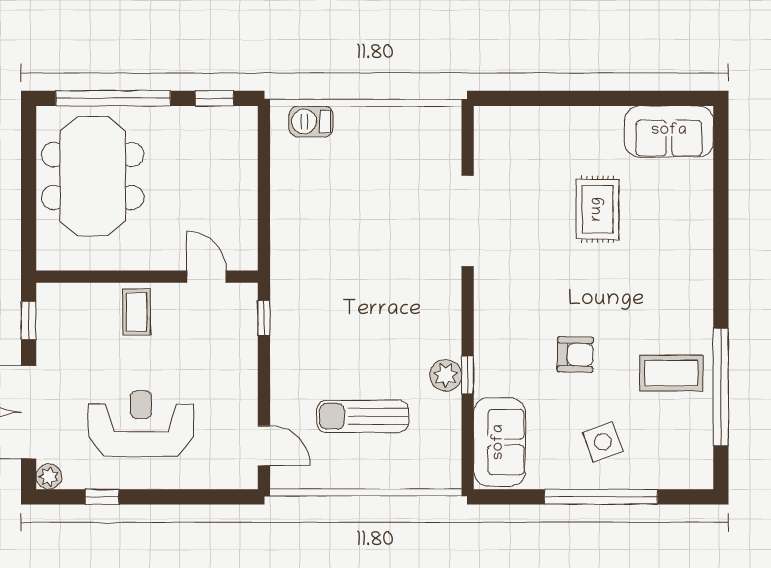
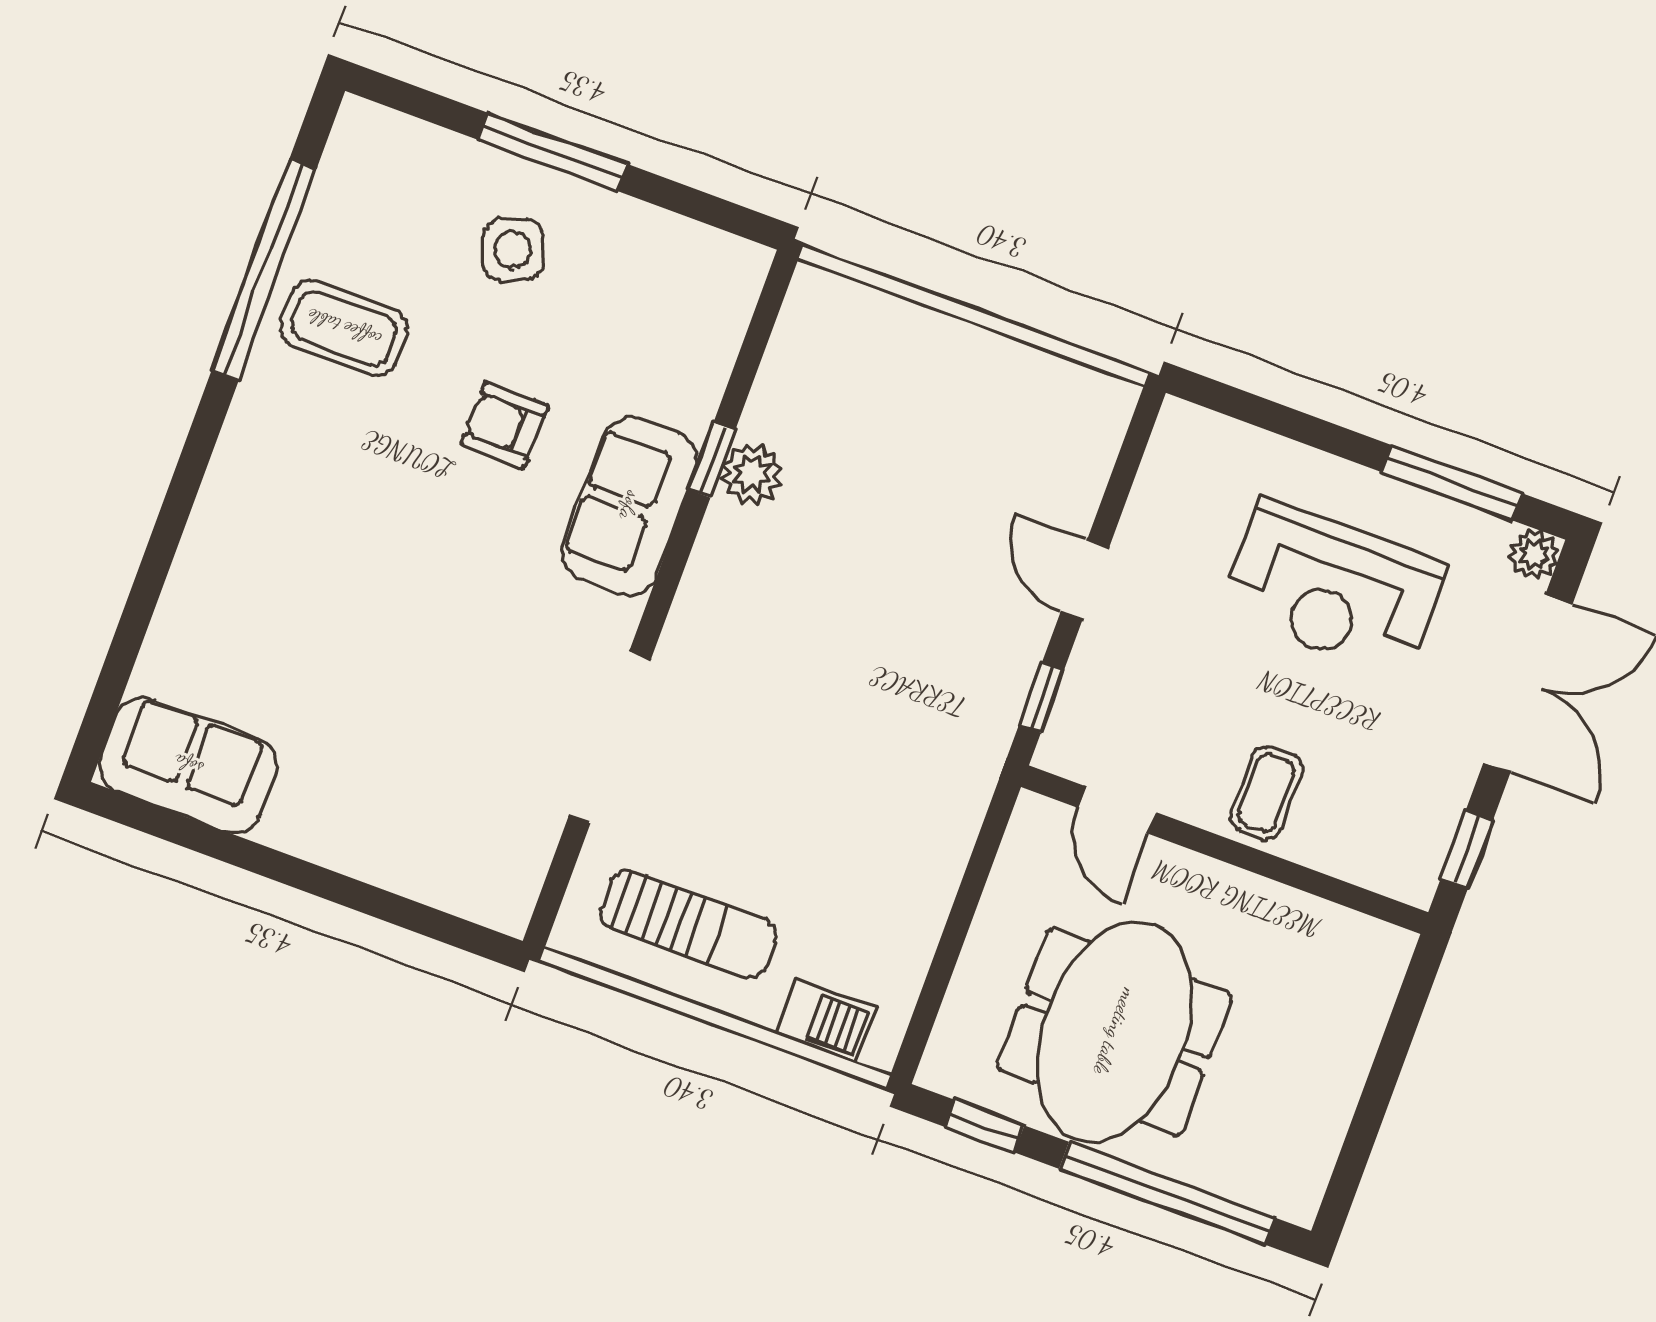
meeting table: (93, 176) -> (1115, 1032), moved
rug: (597, 209) -> (368, 672), removed
sun lounger: (363, 416) -> (688, 924), moved
sofa: (499, 442) -> (630, 506), moved
door: (264, 446) -> (1085, 580), moved
window: (102, 497) -> (1452, 483), width x2.17
window: (601, 497) -> (553, 152), width x0.68

